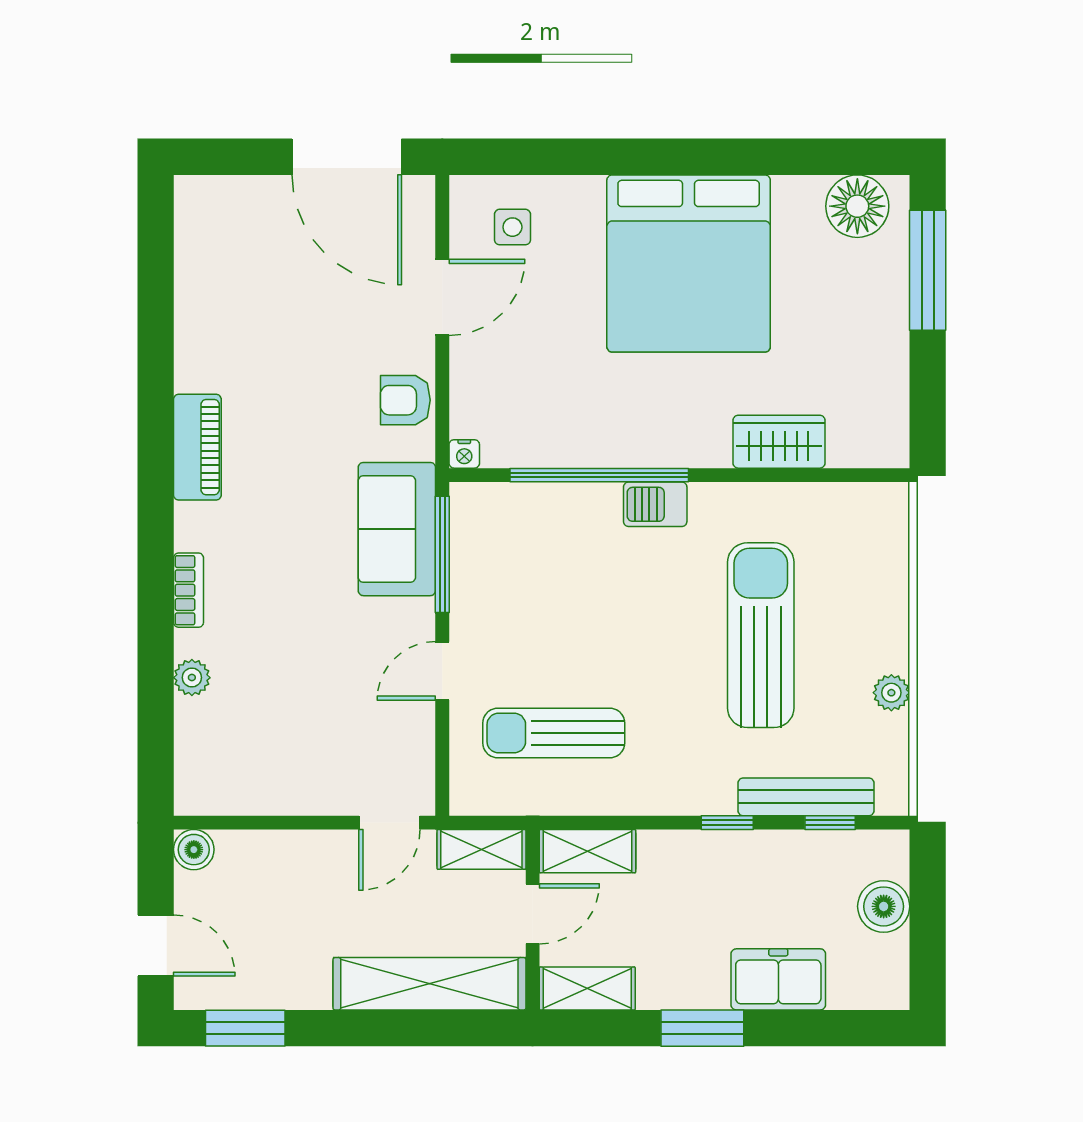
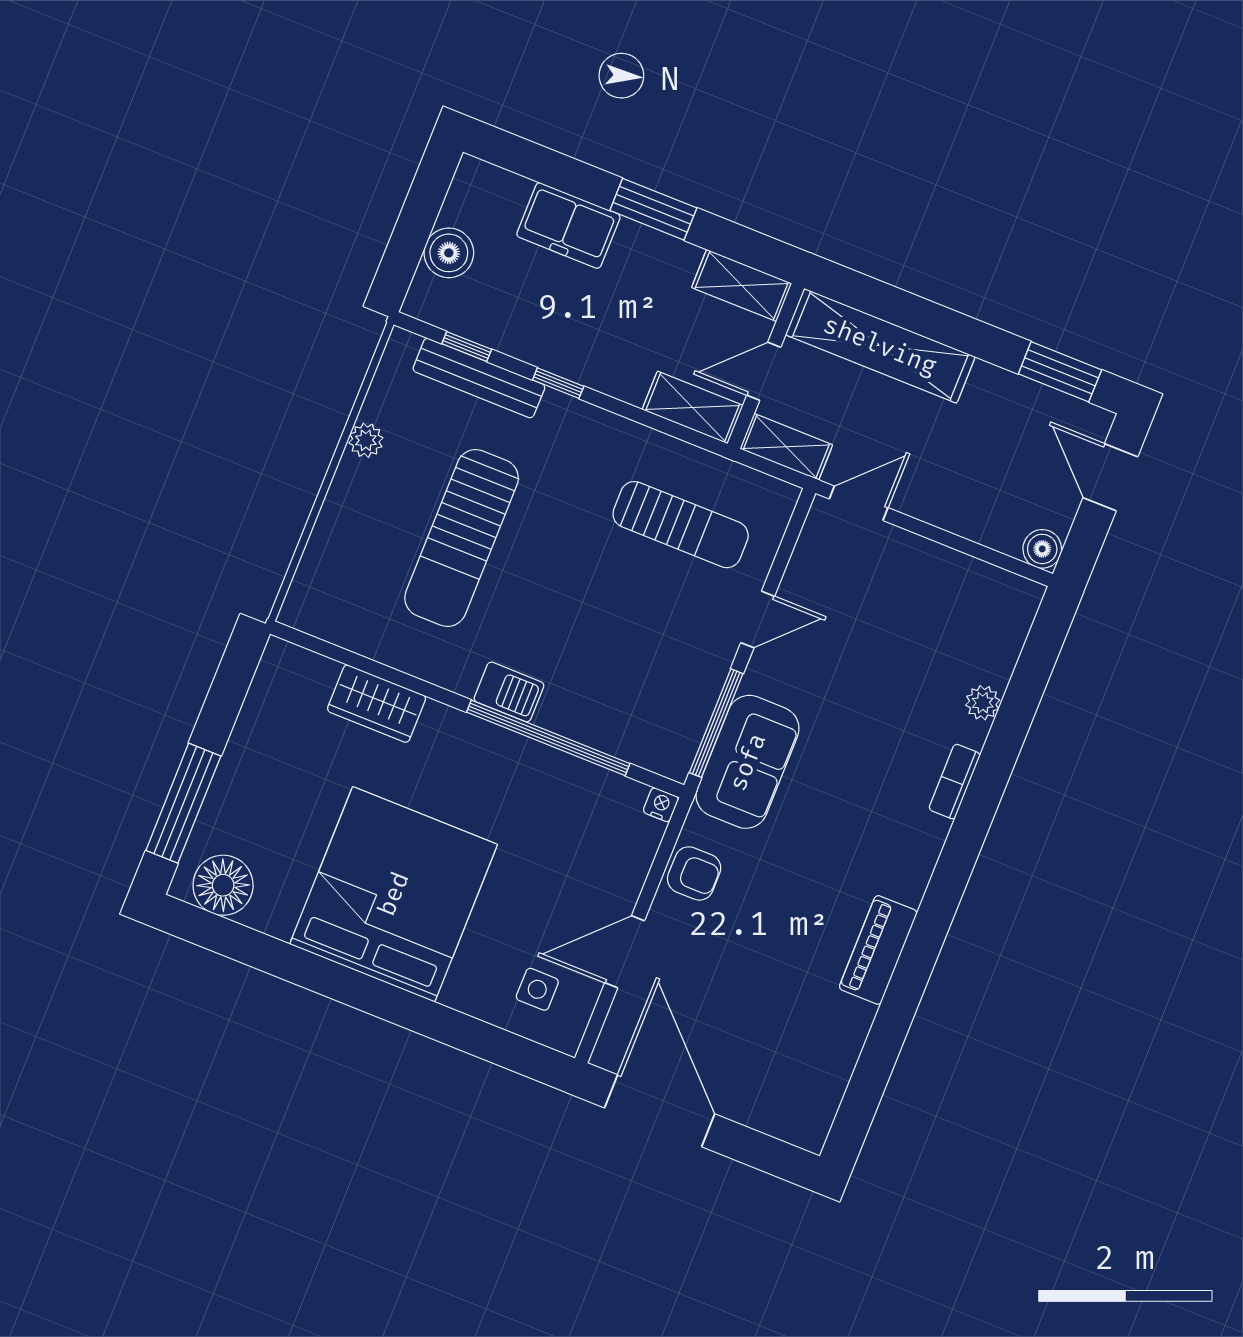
piano: (197, 447) -> (878, 950), moved

